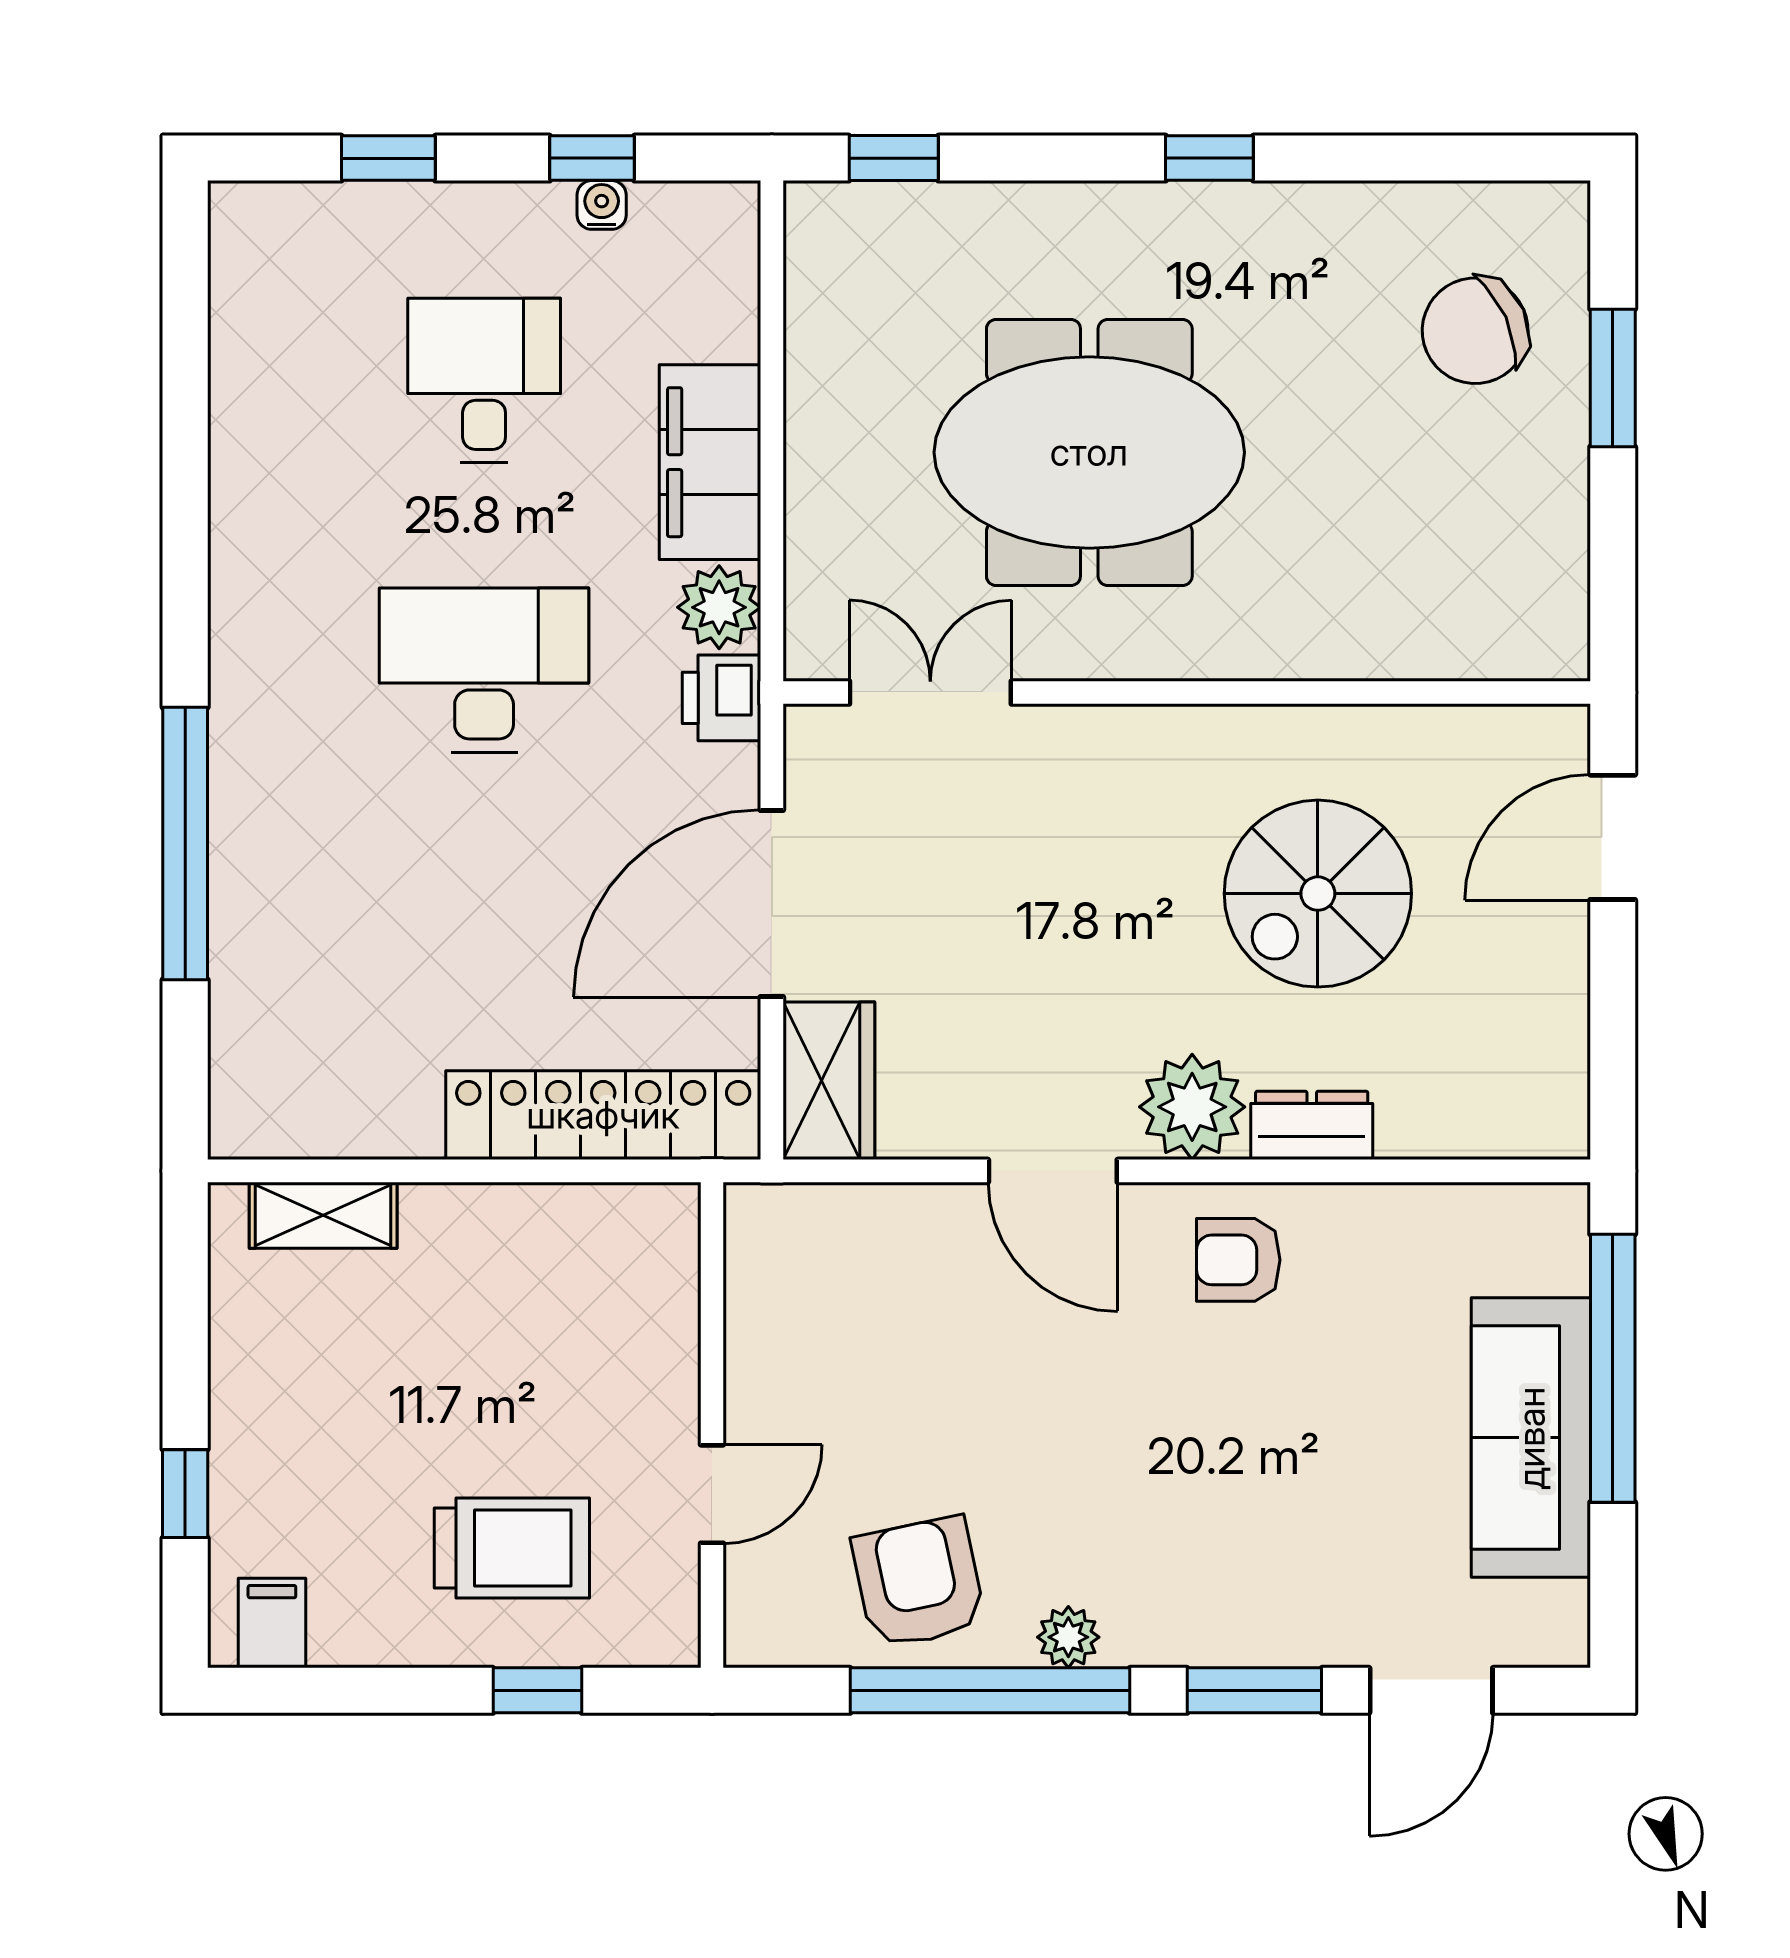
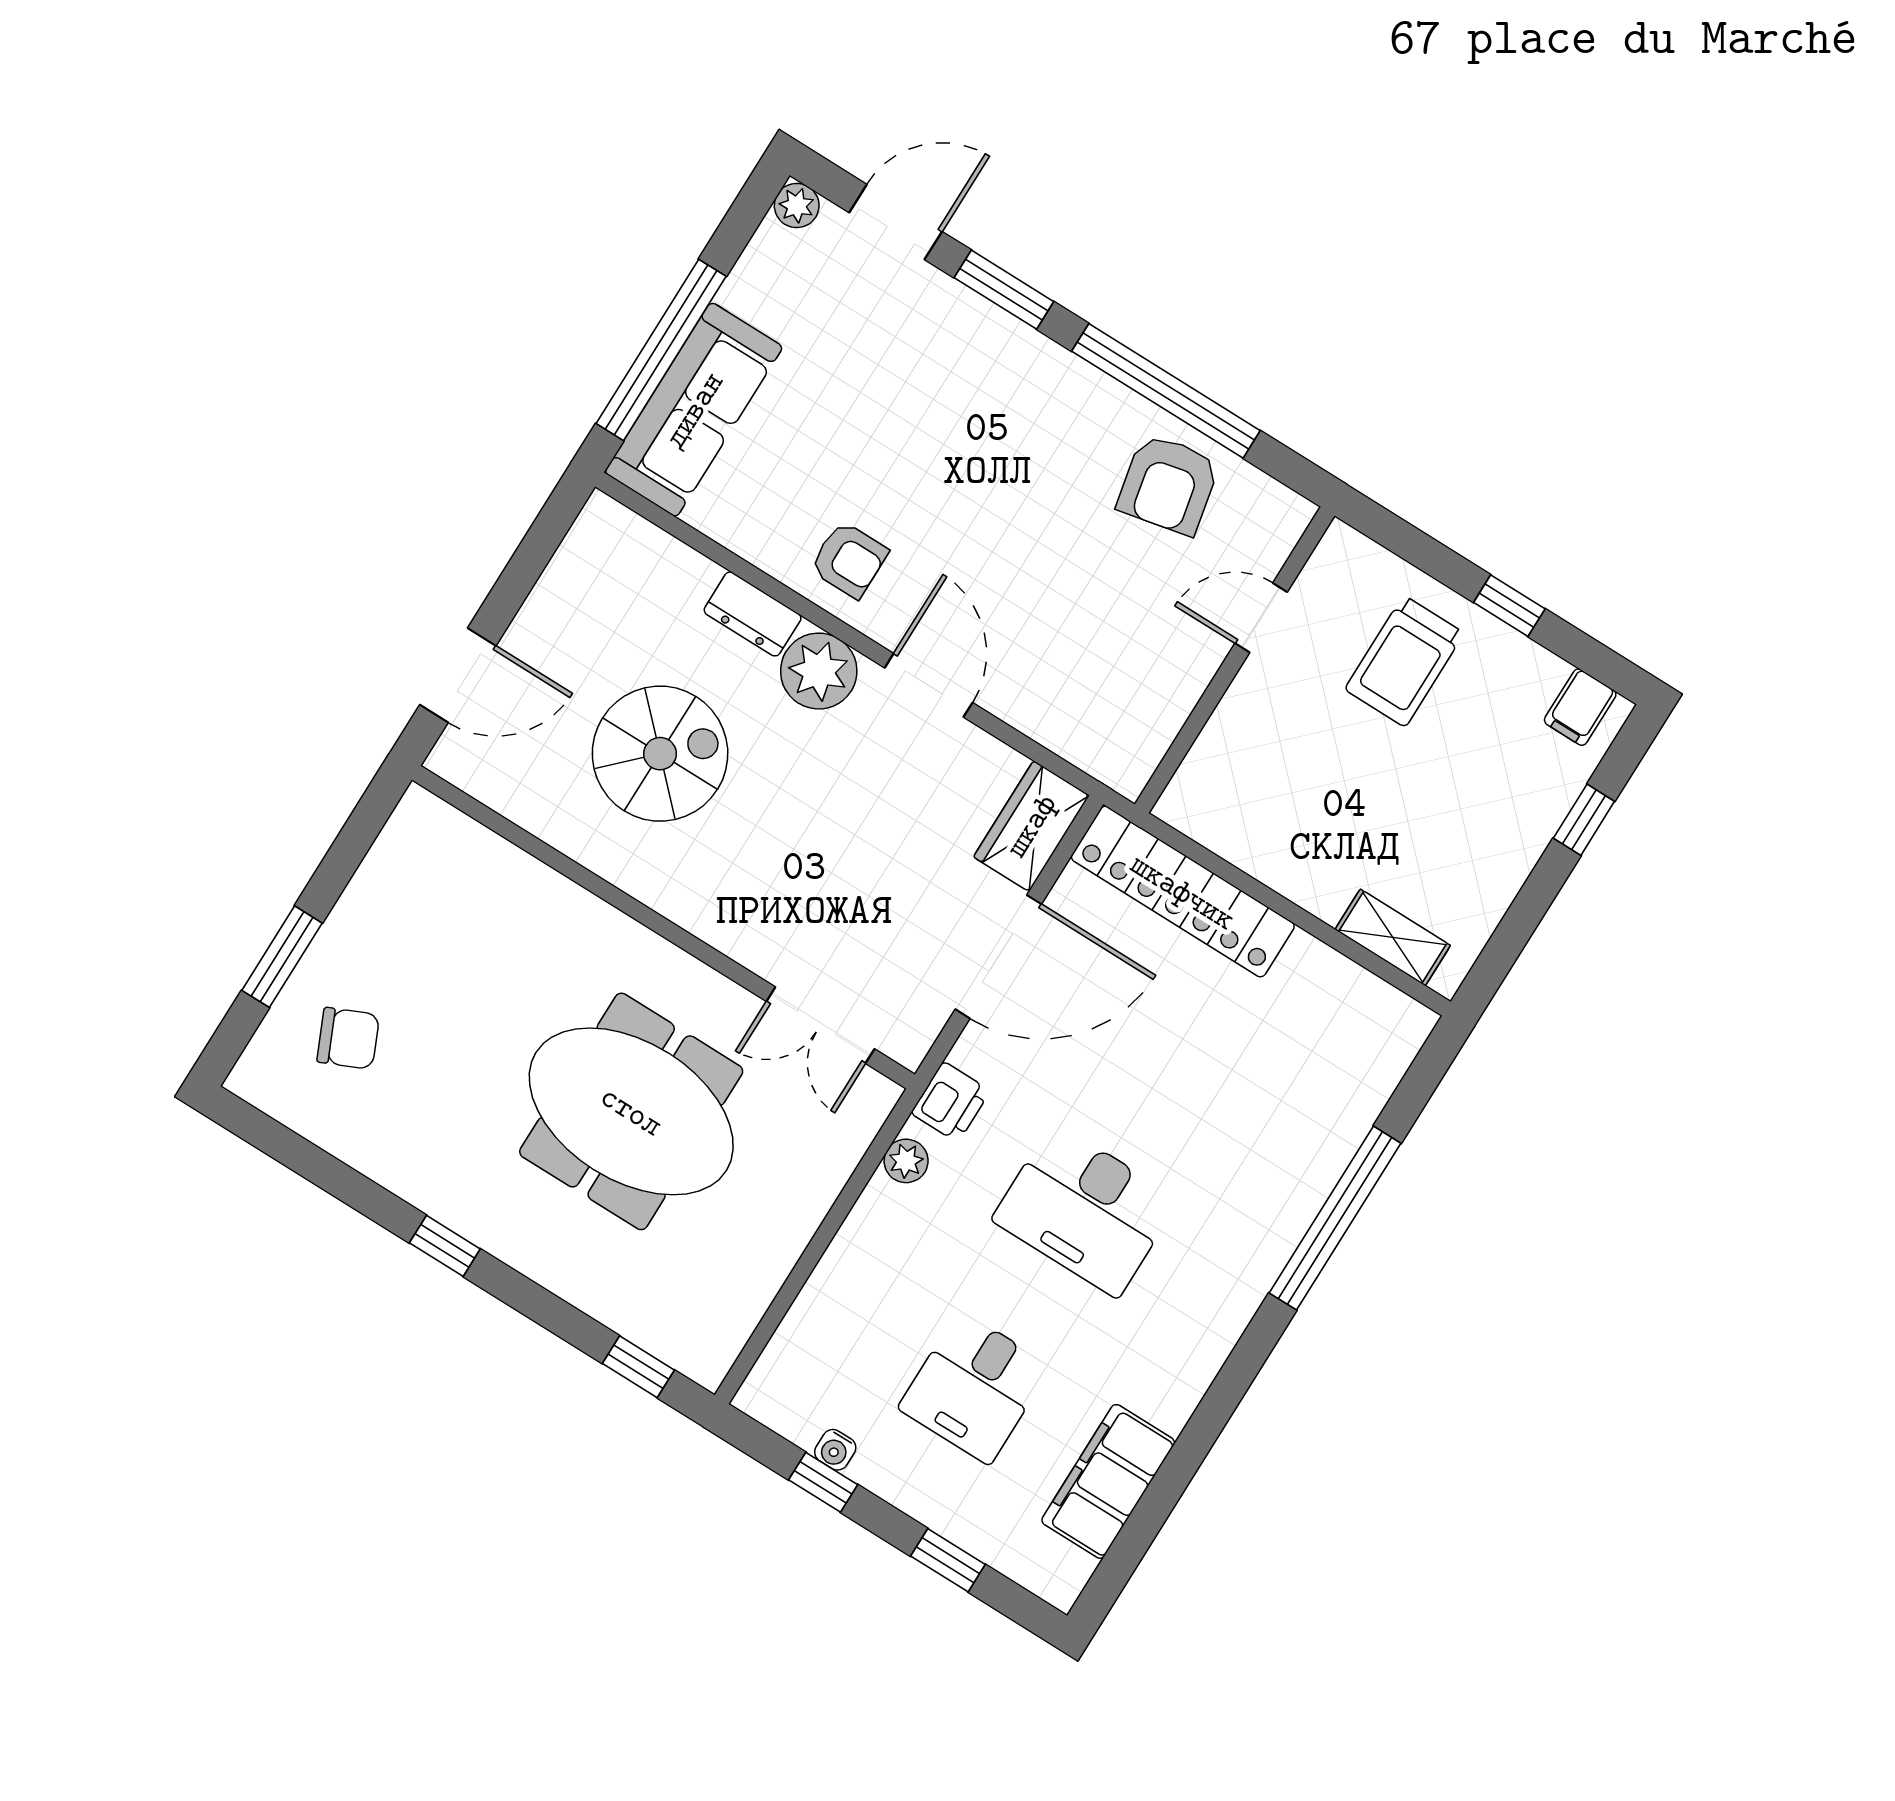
chair: (1475, 331) -> (348, 1038), width x0.73, depth x0.73
filing cabinet: (710, 462) -> (1108, 1481), moved, turned 180
plant: (719, 607) -> (906, 1161), width x0.73, depth x0.73
sofa: (1531, 1438) -> (694, 410), moved
trolley: (512, 1548) -> (1404, 661), turned -90
plant: (1068, 1637) -> (797, 206), moved
window: (537, 1690) -> (1509, 606), moved

